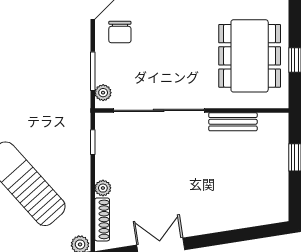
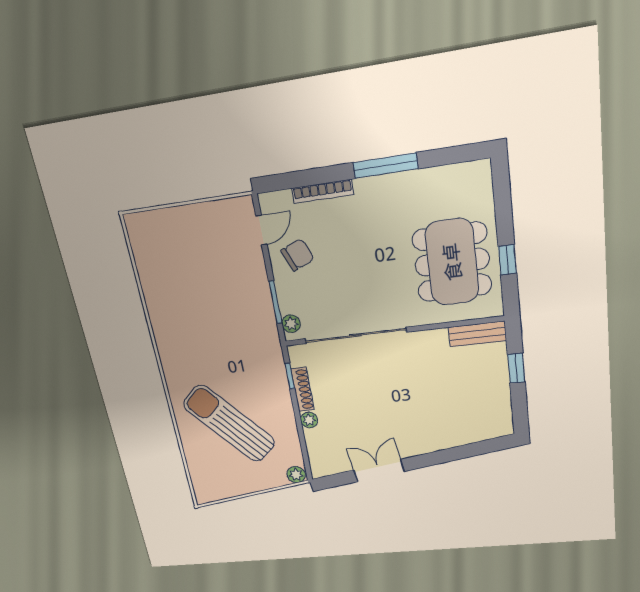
chair: (120, 32) -> (297, 255), turned -113
bench: (233, 122) -> (477, 334), moved
shoe rack: (102, 219) -> (302, 389), moved

